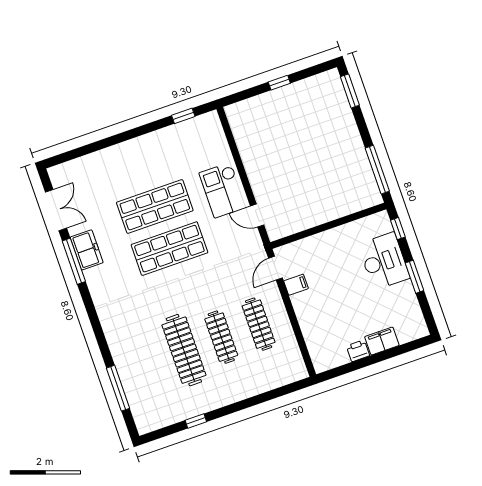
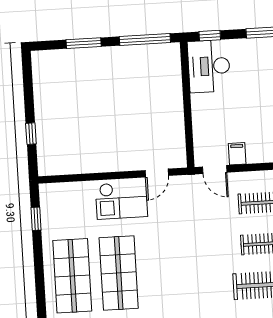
window: (279, 83) -> (31, 134), moved
window: (350, 91) -> (84, 43), moved
shop shelf: (169, 249) -> (72, 276), moved
desk: (384, 261) -> (209, 66), moved, turned -90

